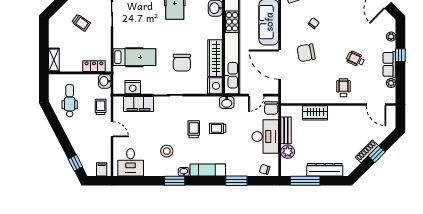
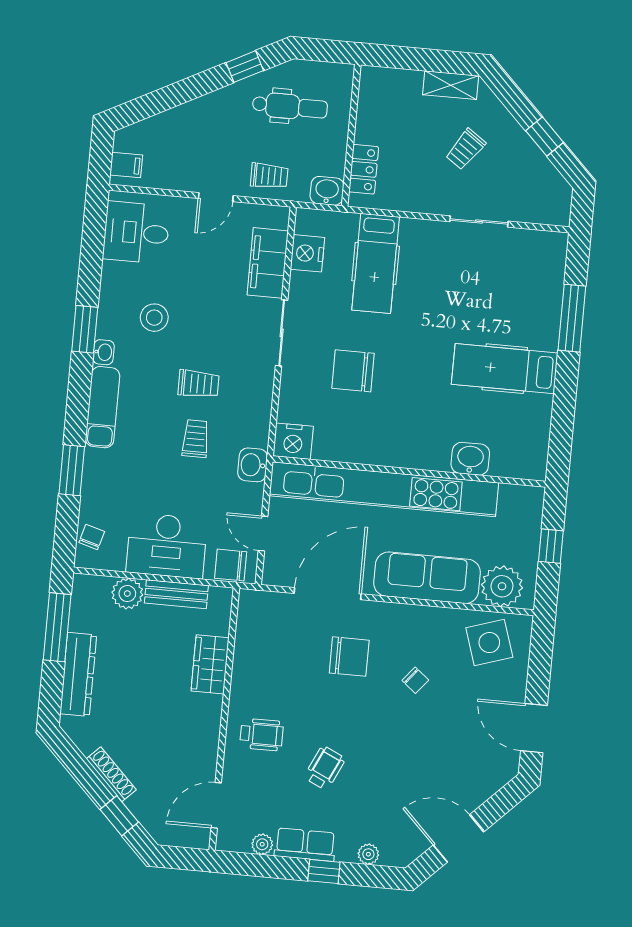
chair: (306, 53) -> (349, 657), turned 100
wardrobe: (215, 58) -> (356, 447), removed
shelving: (54, 60) -> (451, 85), moved
window: (377, 154) -> (119, 816), moved
window: (75, 163) -> (245, 67), moved

